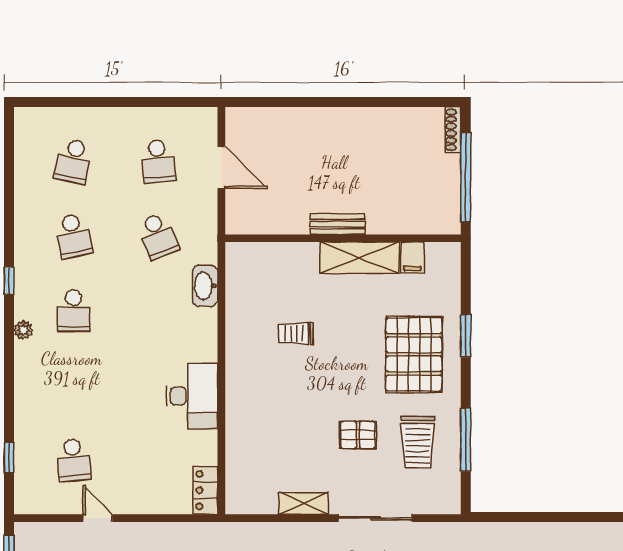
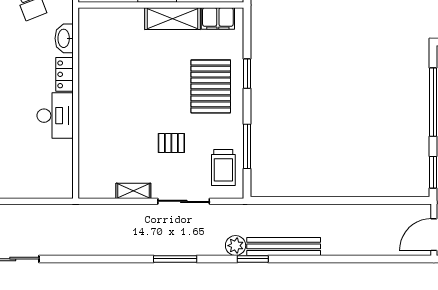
filing cabinet: (412, 258) -> (218, 18), width x2.00
trolley: (296, 334) -> (128, 72), removed
trolley: (418, 442) -> (223, 167), moved
locker: (205, 490) -> (64, 74), moved

